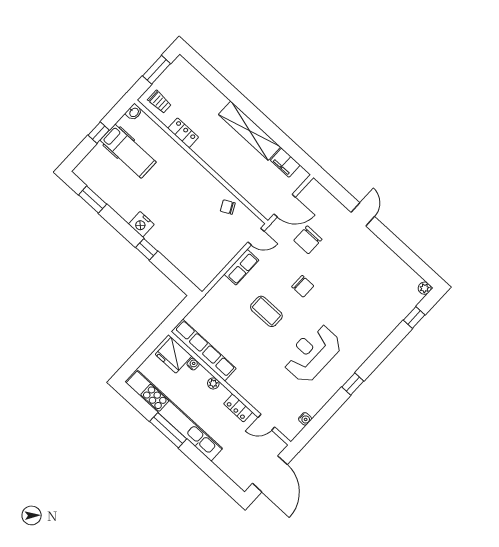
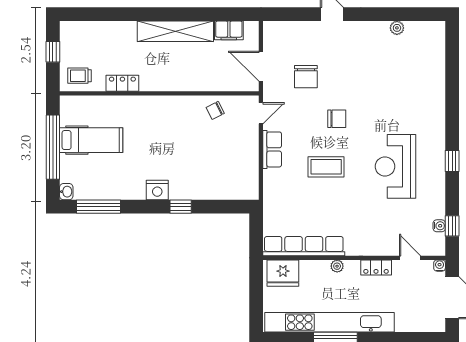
window: (157, 70) -> (53, 52), width x0.67
trolley: (160, 102) -> (80, 76), turned 180
washbasin: (134, 112) -> (66, 192), moved
window: (99, 133) -> (53, 147), width x3.17
window: (93, 200) -> (99, 207), width x1.44
door: (285, 206) -> (261, 66), swing flipped
plant: (425, 288) -> (397, 28), moved
window: (414, 318) -> (452, 226), moved
water cooler: (193, 364) -> (440, 266), moved
door: (266, 422) -> (410, 258), swing flipped

